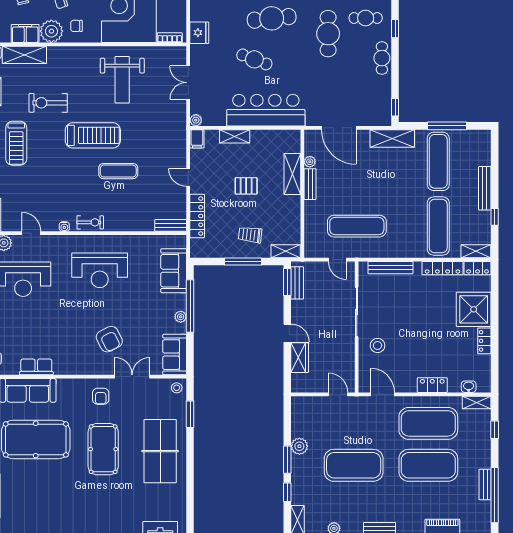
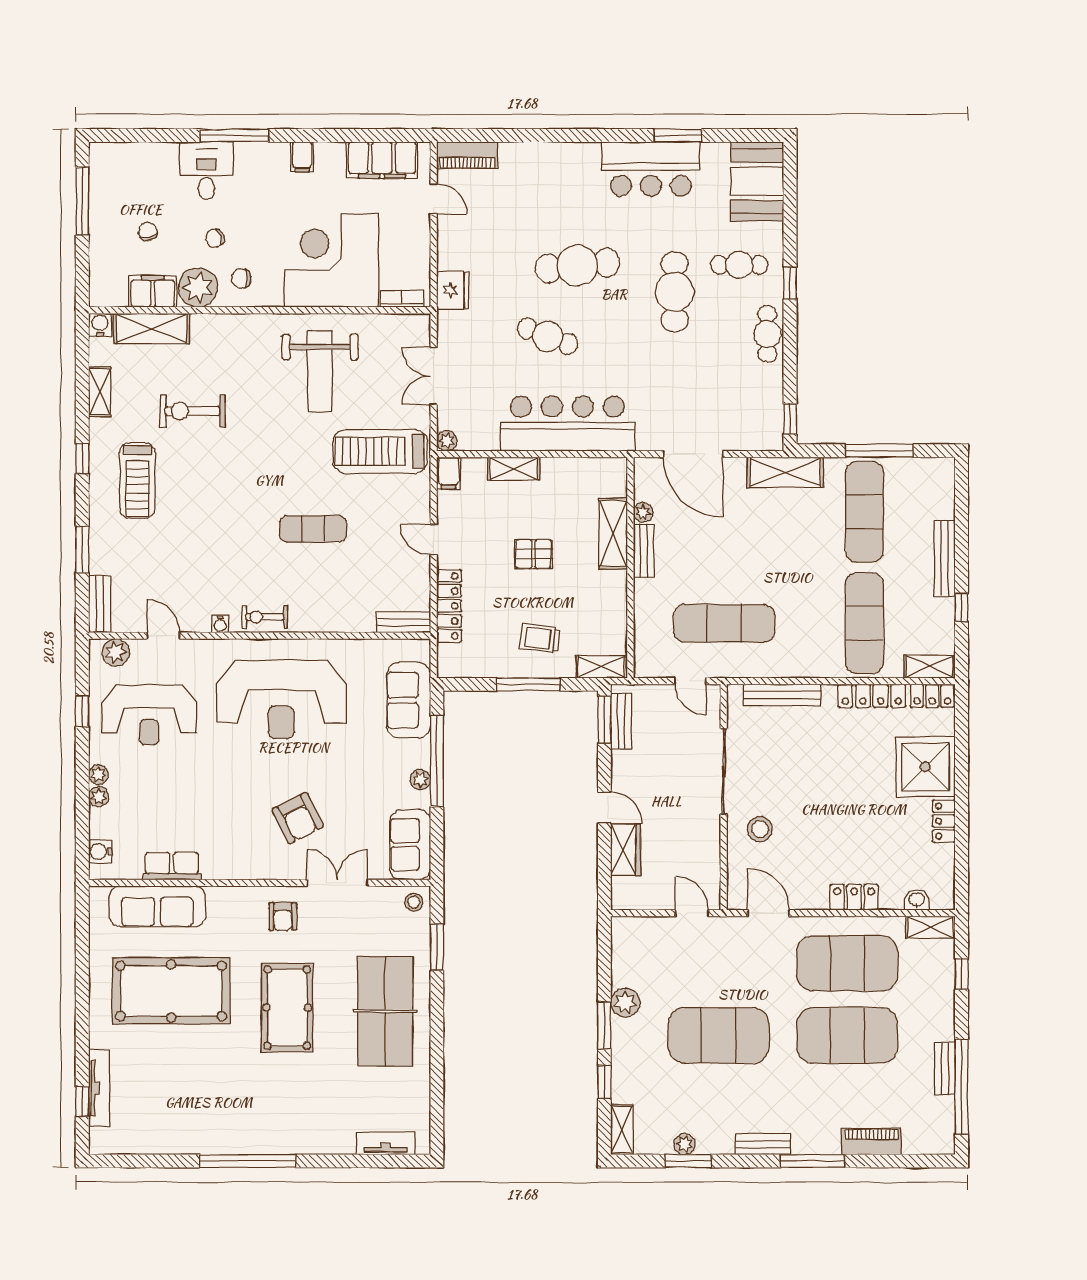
treadmill: (93, 135) -> (380, 451), moved, turned 180
exercise bike: (90, 222) -> (265, 617), turned 180
reception desk: (100, 270) -> (281, 699), width x1.36, depth x1.30

